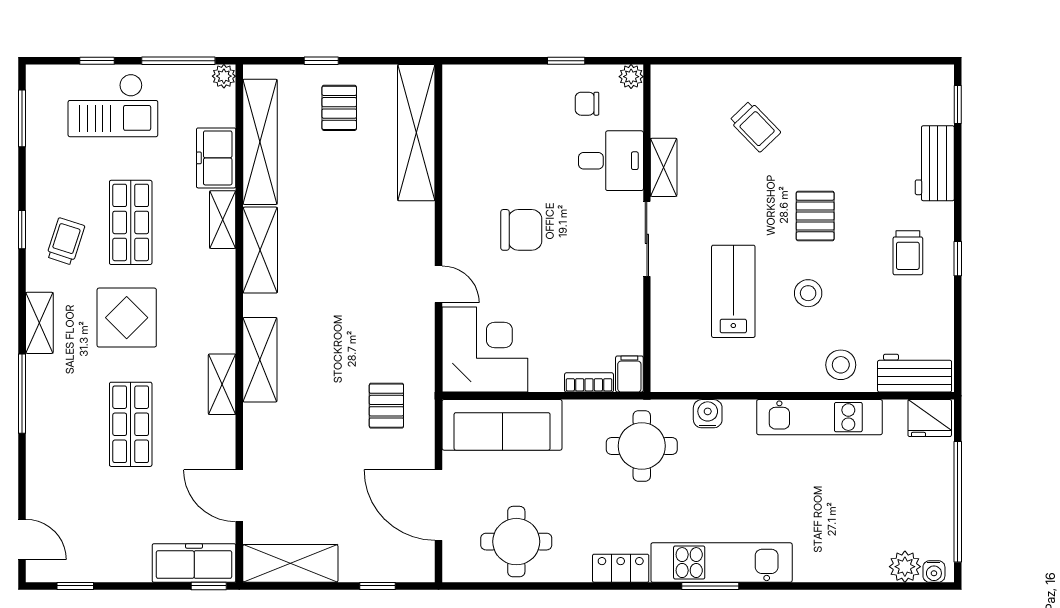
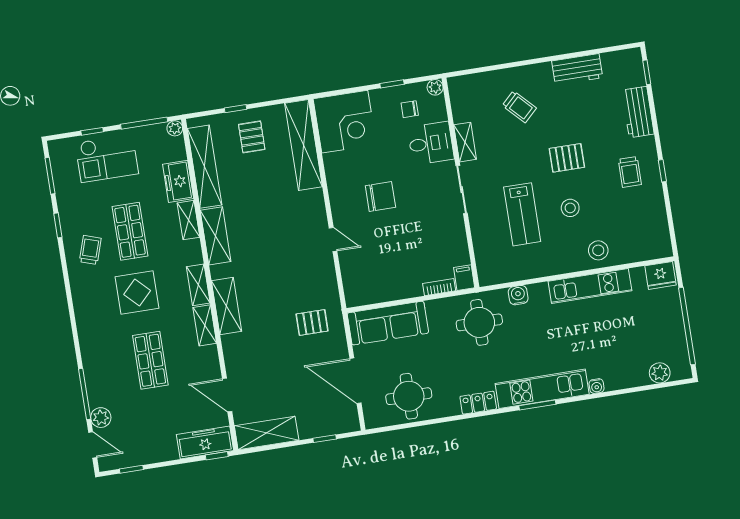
pallet: (815, 216) -> (567, 158), turned 90
window: (22, 230) -> (58, 225), moved
lab bench: (733, 291) -> (522, 214), turned 180
shelving: (39, 323) -> (198, 285), moved
corner desk: (485, 350) -> (345, 122), moved, turned 90
workbench: (915, 373) -> (577, 69), moved, turned 180
window: (22, 394) -> (85, 394), moved
pallet: (386, 406) -> (312, 322), turned 90
plant: (41, 500) -> (101, 418), added
water cooler: (934, 572) -> (597, 386), moved

